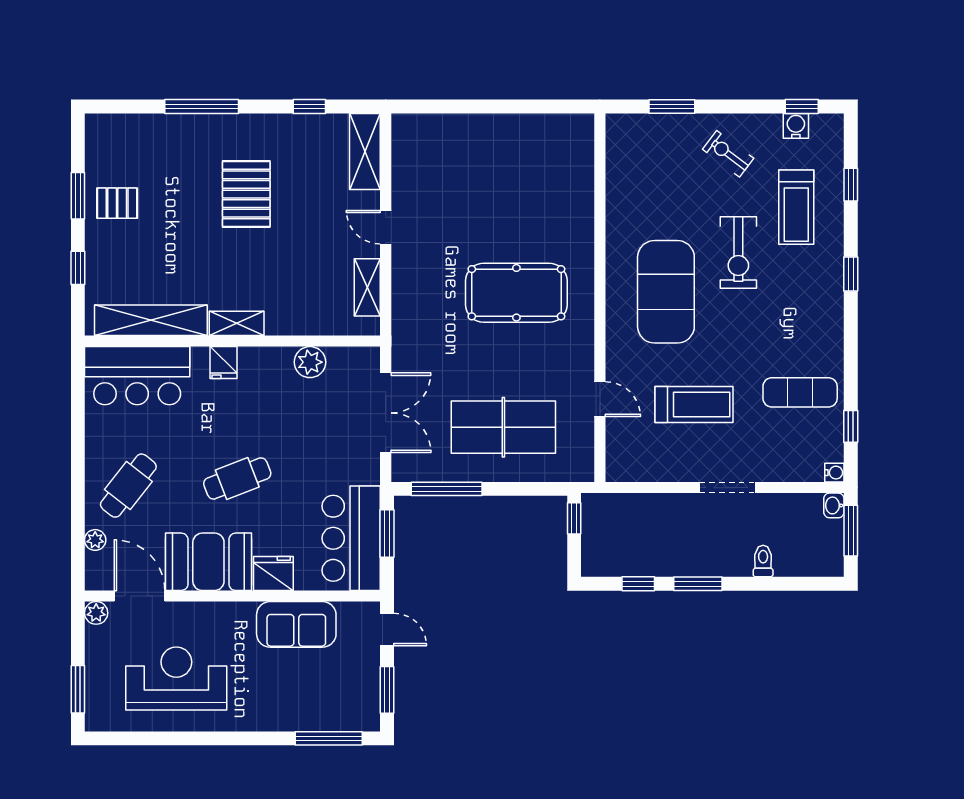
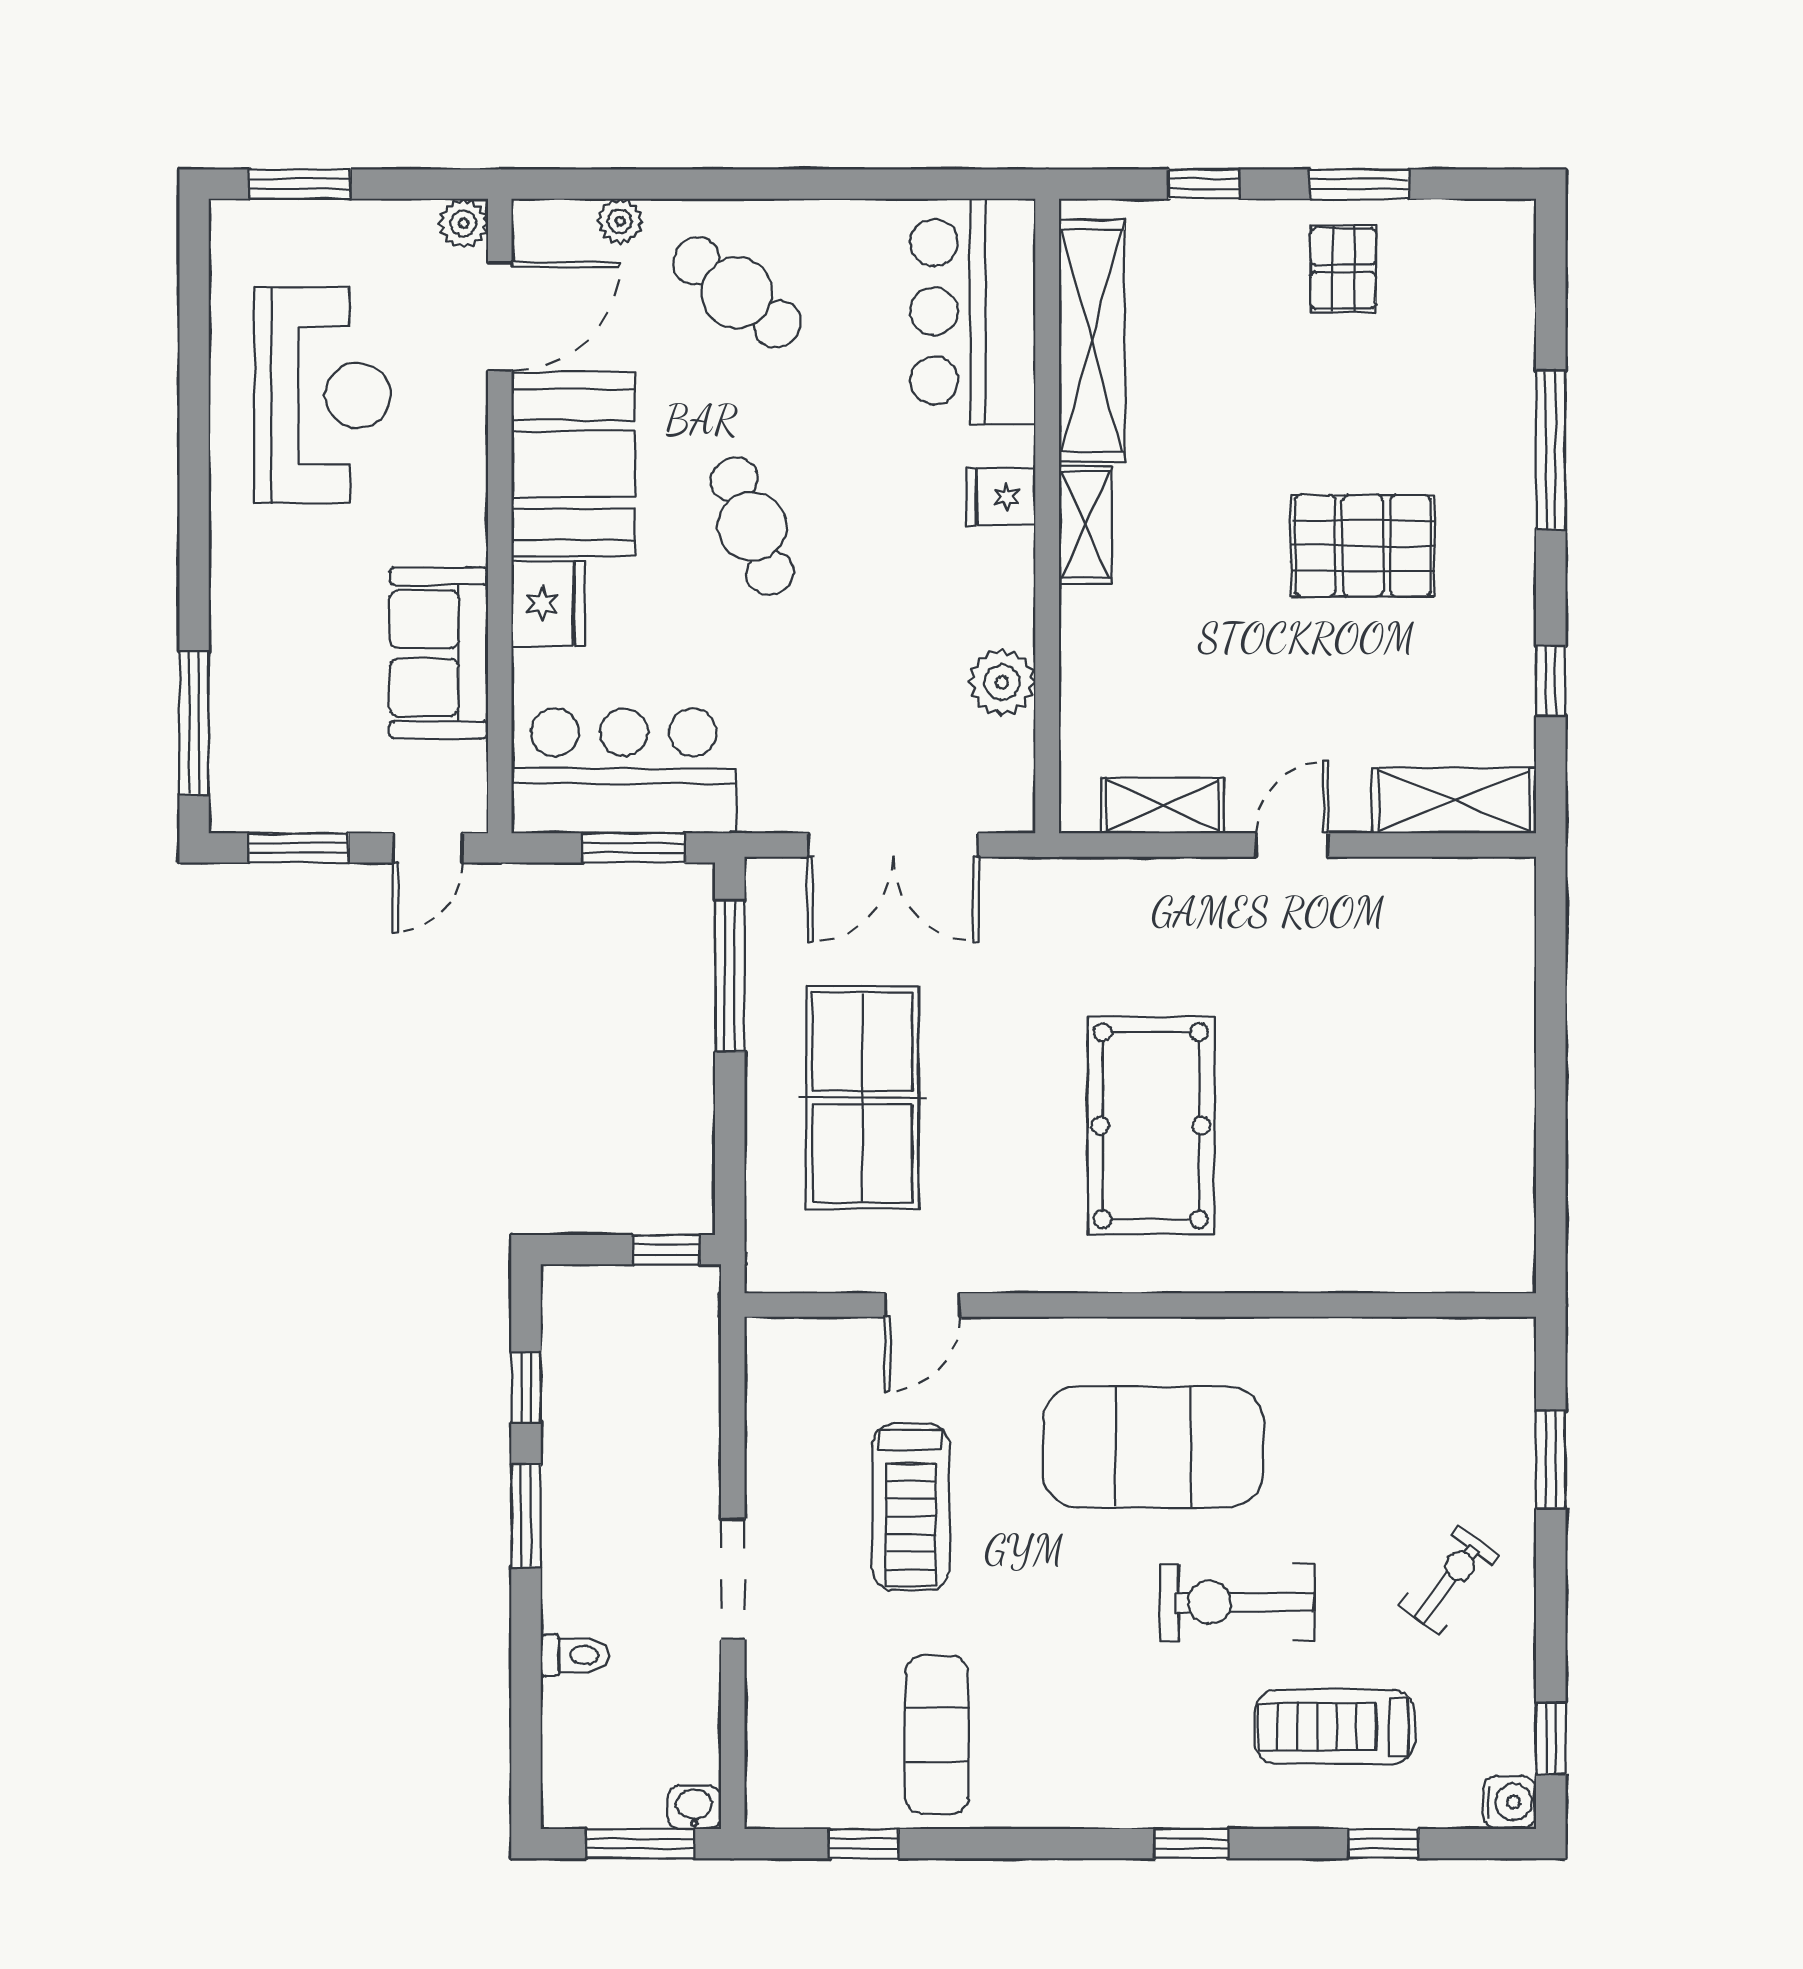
water cooler: (796, 126) -> (1509, 1802), moved
water cooler: (834, 473) -> (765, 1809), removed

